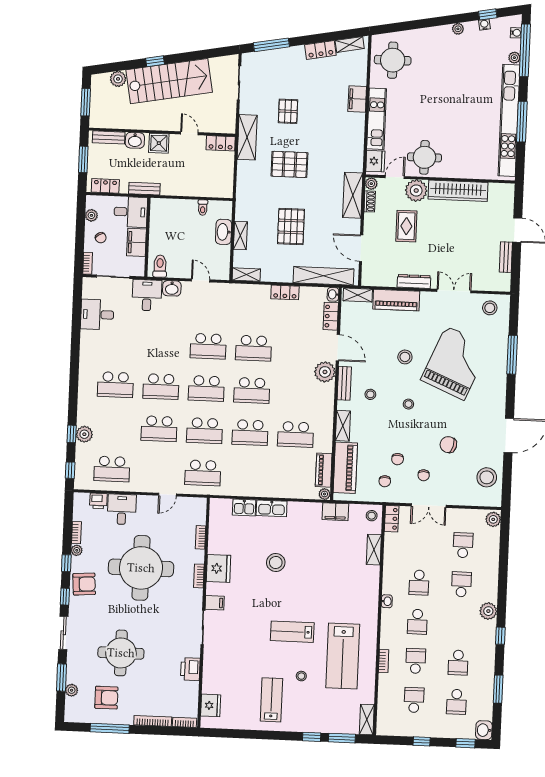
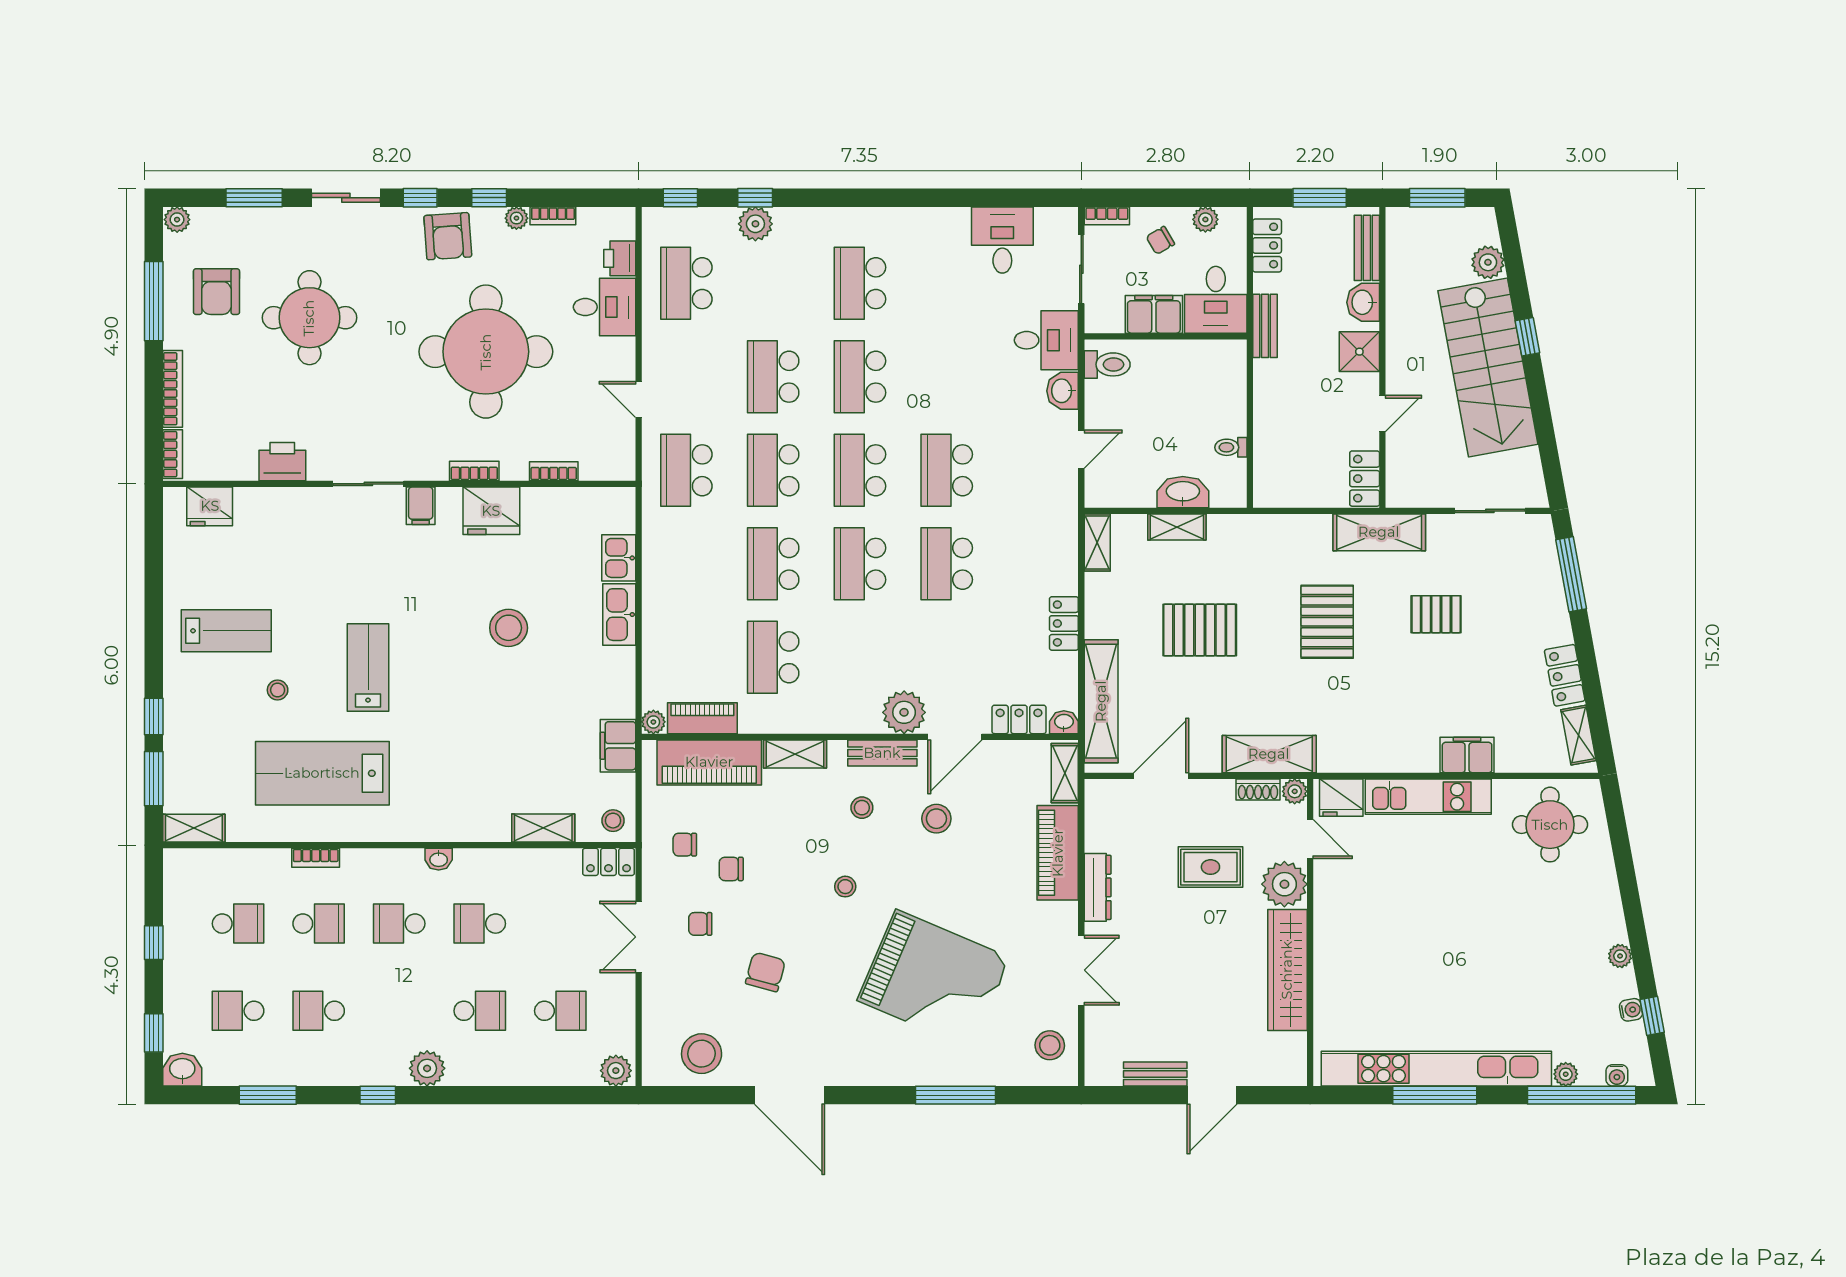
round table: (424, 157) -> (1353, 898), removed
stool: (405, 357) -> (936, 819), moved
plant: (72, 690) -> (177, 220), moved

